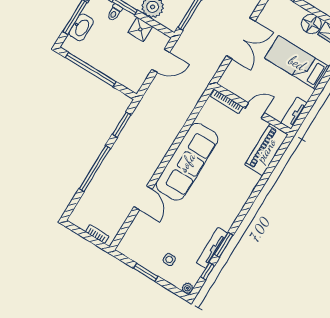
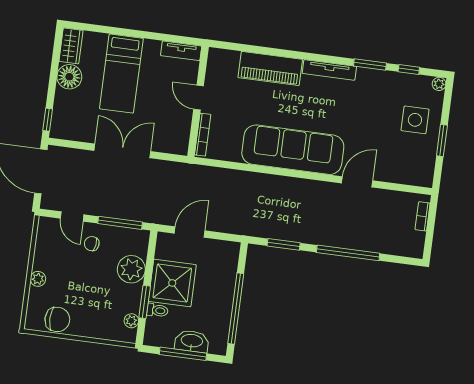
shower: (140, 29) -> (172, 283), width x1.86, depth x1.86
door: (161, 61) -> (190, 232), hinge flipped
piano: (266, 150) -> (270, 68), moved
tv unit: (212, 248) -> (329, 70), moved
side table: (169, 259) -> (415, 120), width x1.87, depth x1.87

